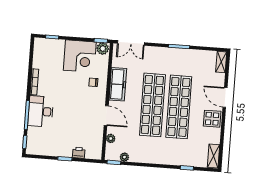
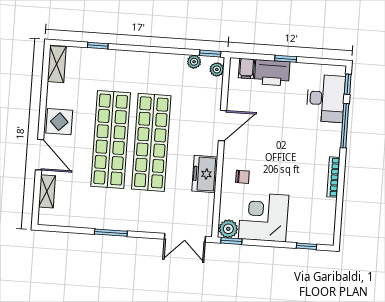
double door: (131, 43) -> (185, 238), swing flipped
shelving: (221, 62) -> (47, 191), moved
freezer: (118, 84) -> (205, 174), width x0.71
desk: (41, 111) -> (326, 98), moved
door: (106, 116) -> (222, 126), swing flipped
plant: (111, 138) -> (217, 69), moved
printer: (79, 153) -> (272, 73), width x1.87, depth x1.48
filing cabinet: (90, 153) -> (247, 69), added

